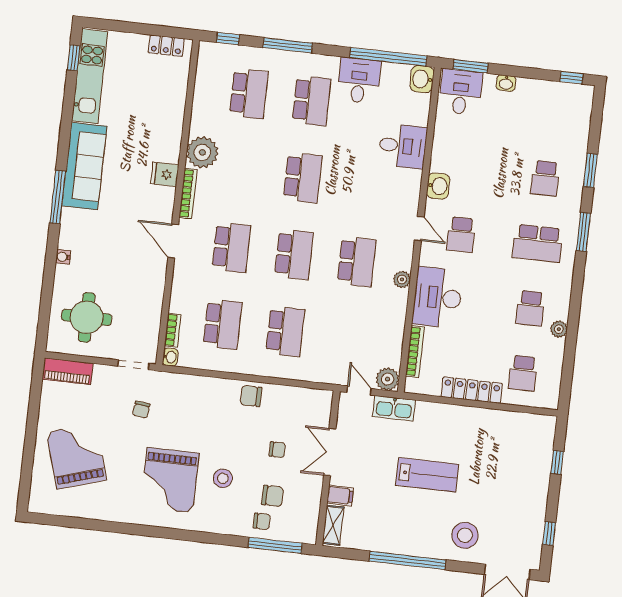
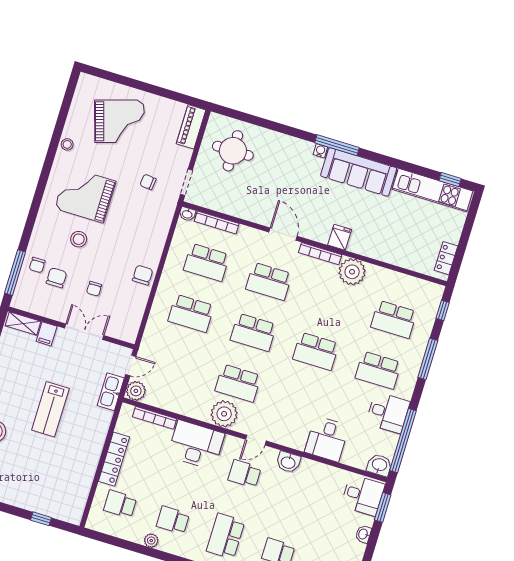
door: (173, 241) -> (283, 234), hinge flipped
water cooler: (63, 257) -> (320, 151), moved
plant: (402, 279) -> (224, 414), width x1.87, depth x1.87
bookcase: (173, 330) -> (217, 222), width x1.56
chair: (273, 496) -> (56, 278), turned 180
stool: (115, 512) -> (67, 144), added

